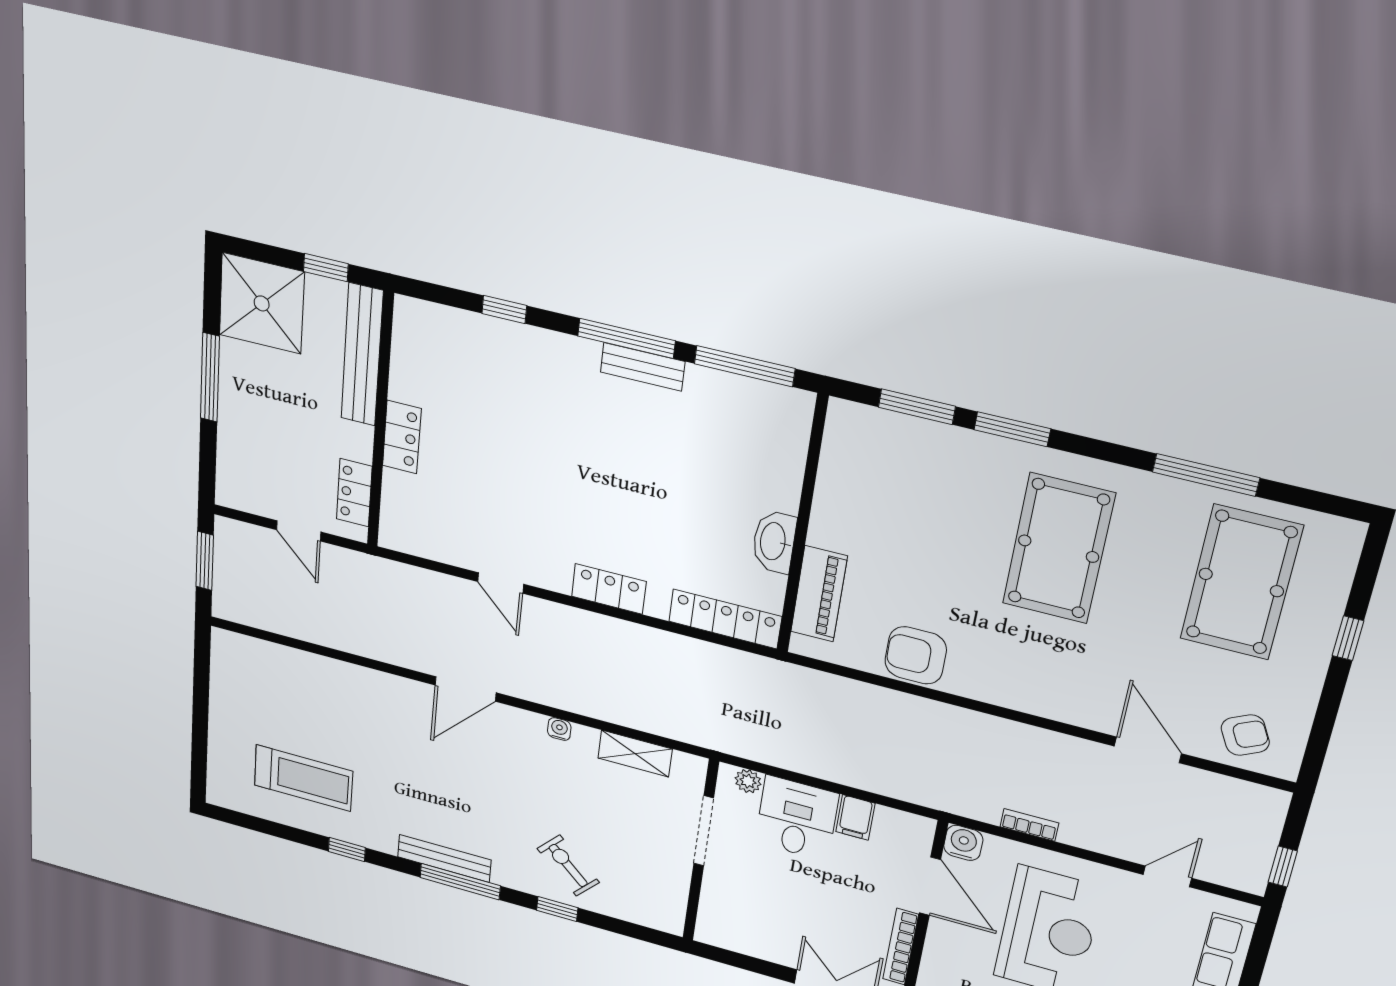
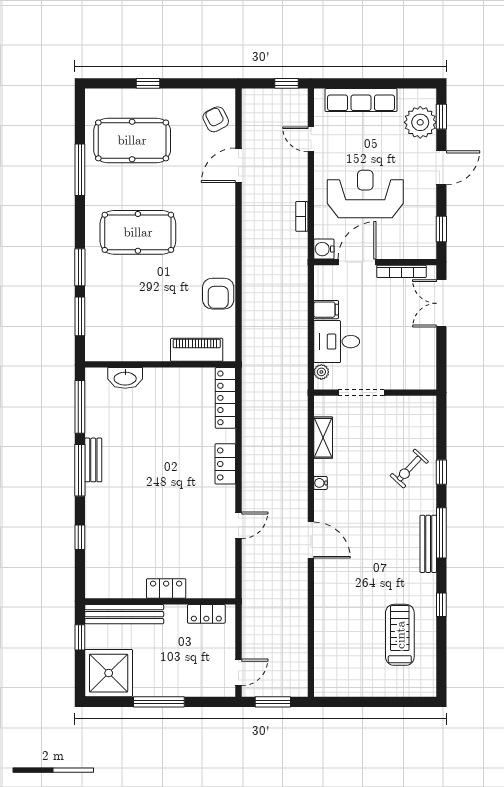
door: (299, 531) -> (238, 672), moved
washbasin: (774, 542) -> (125, 378), moved

